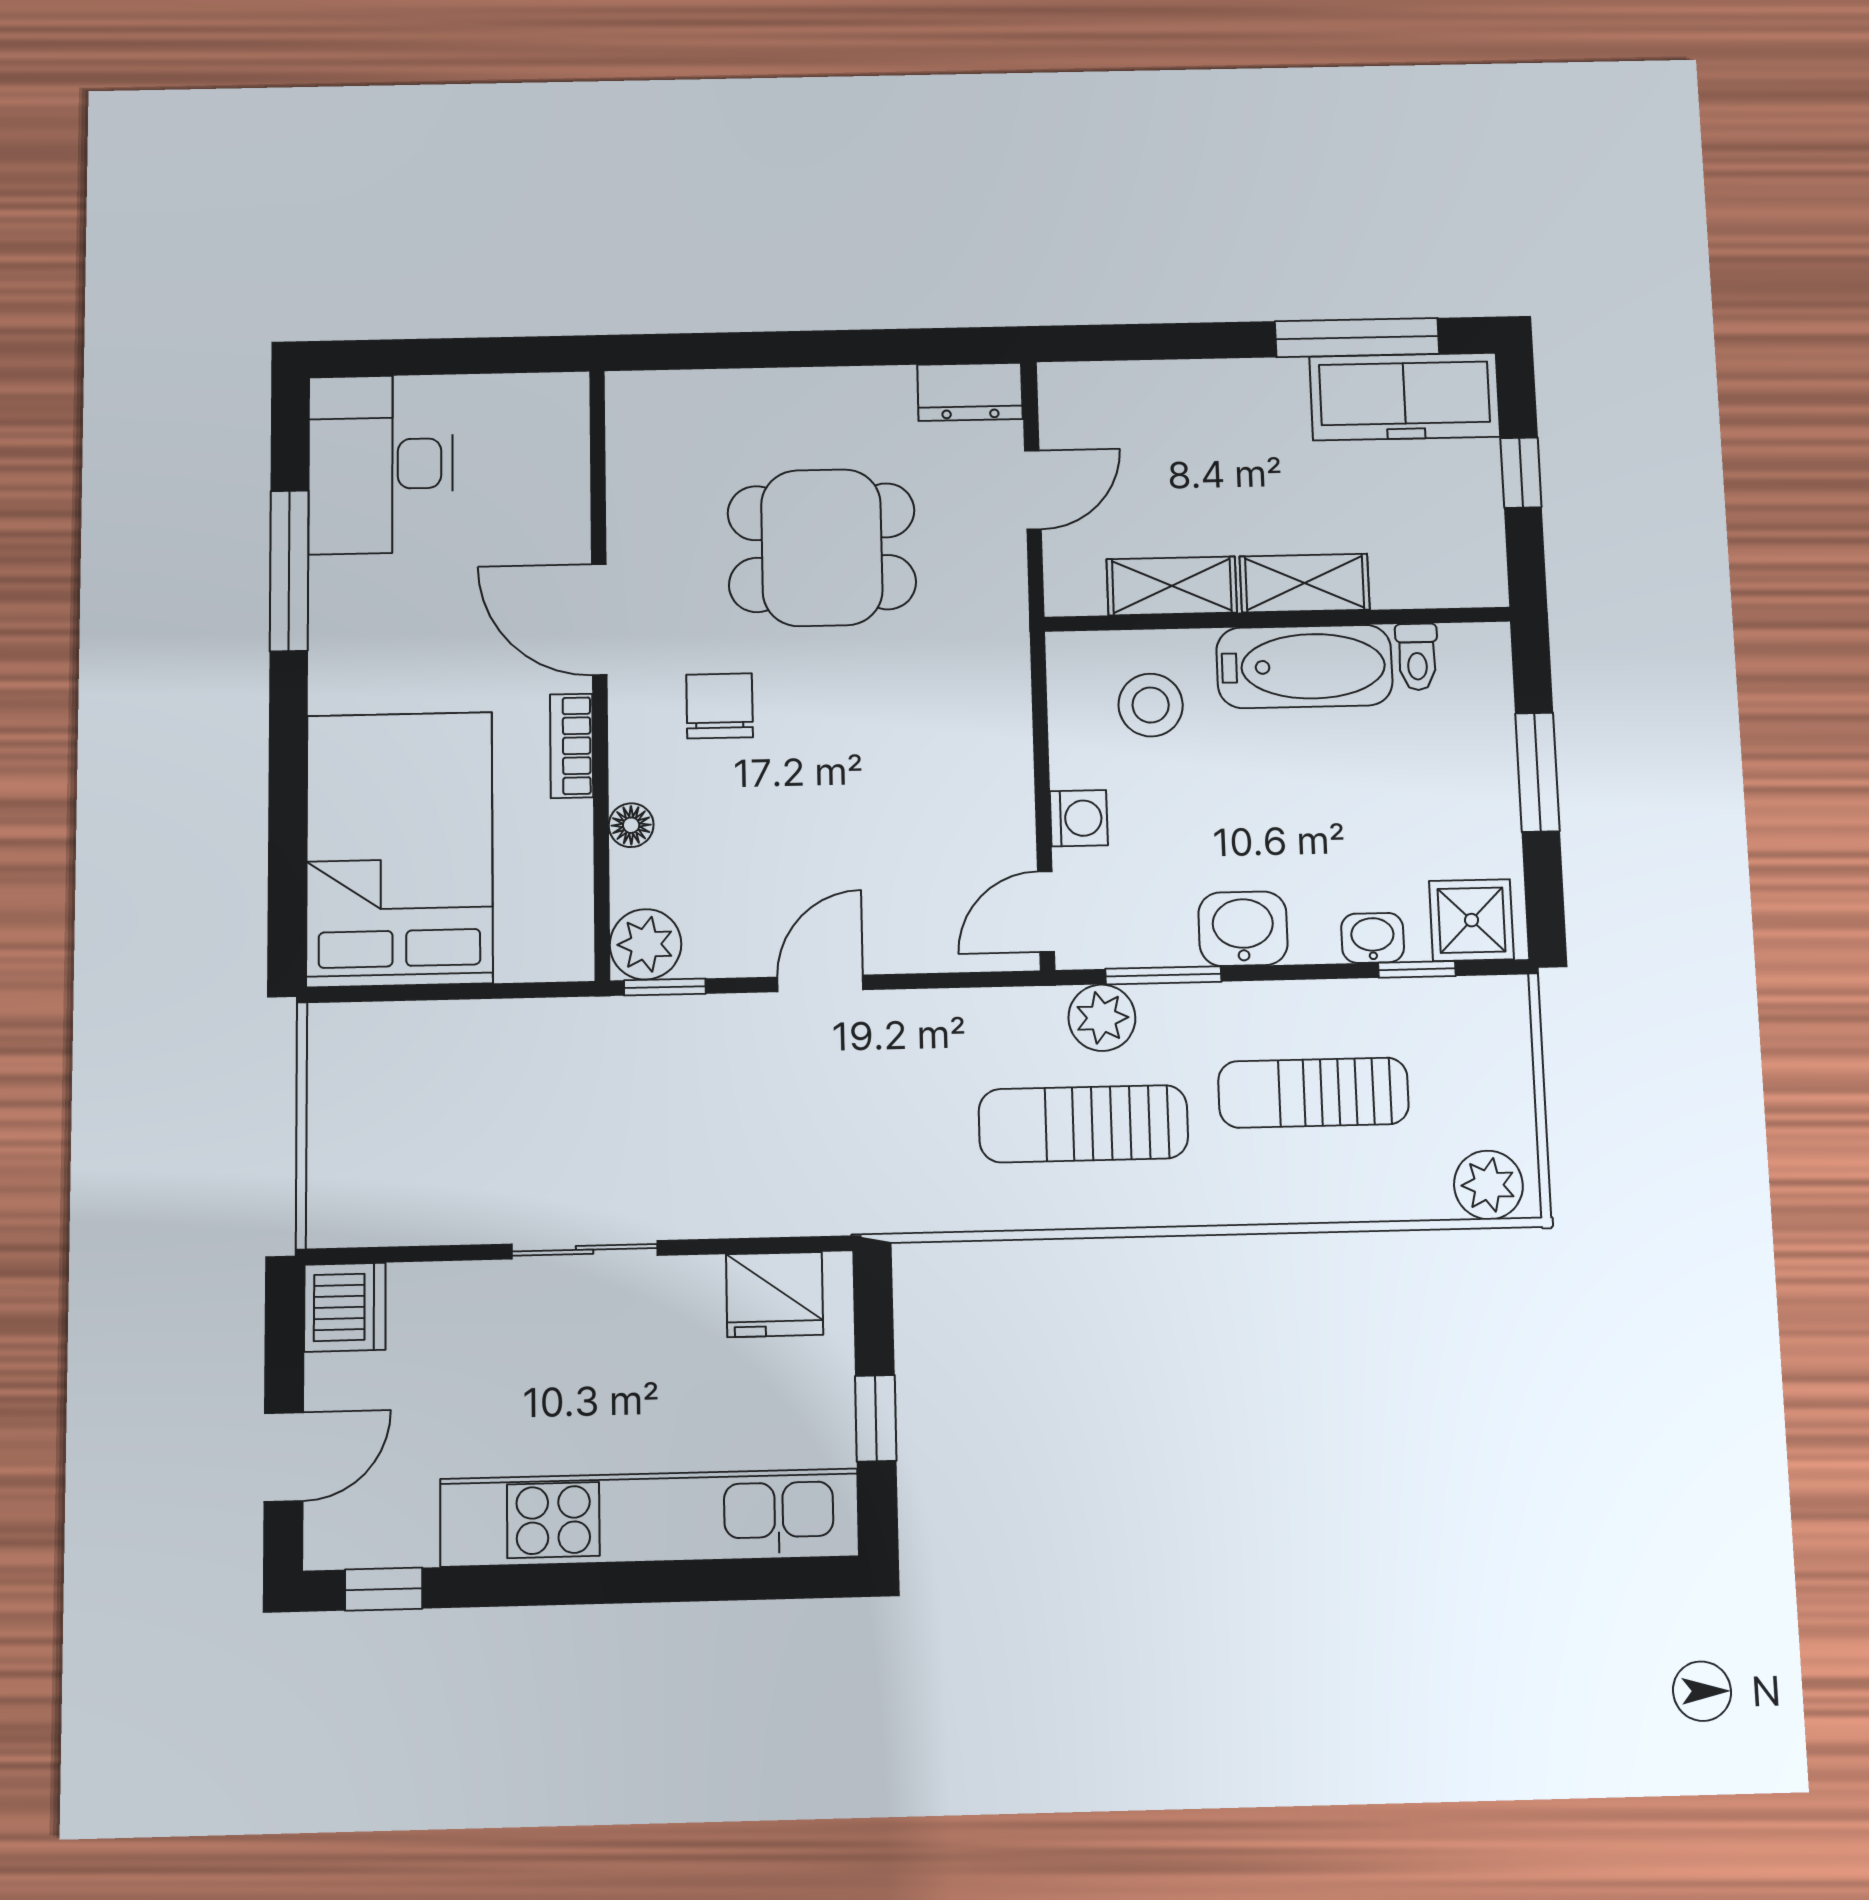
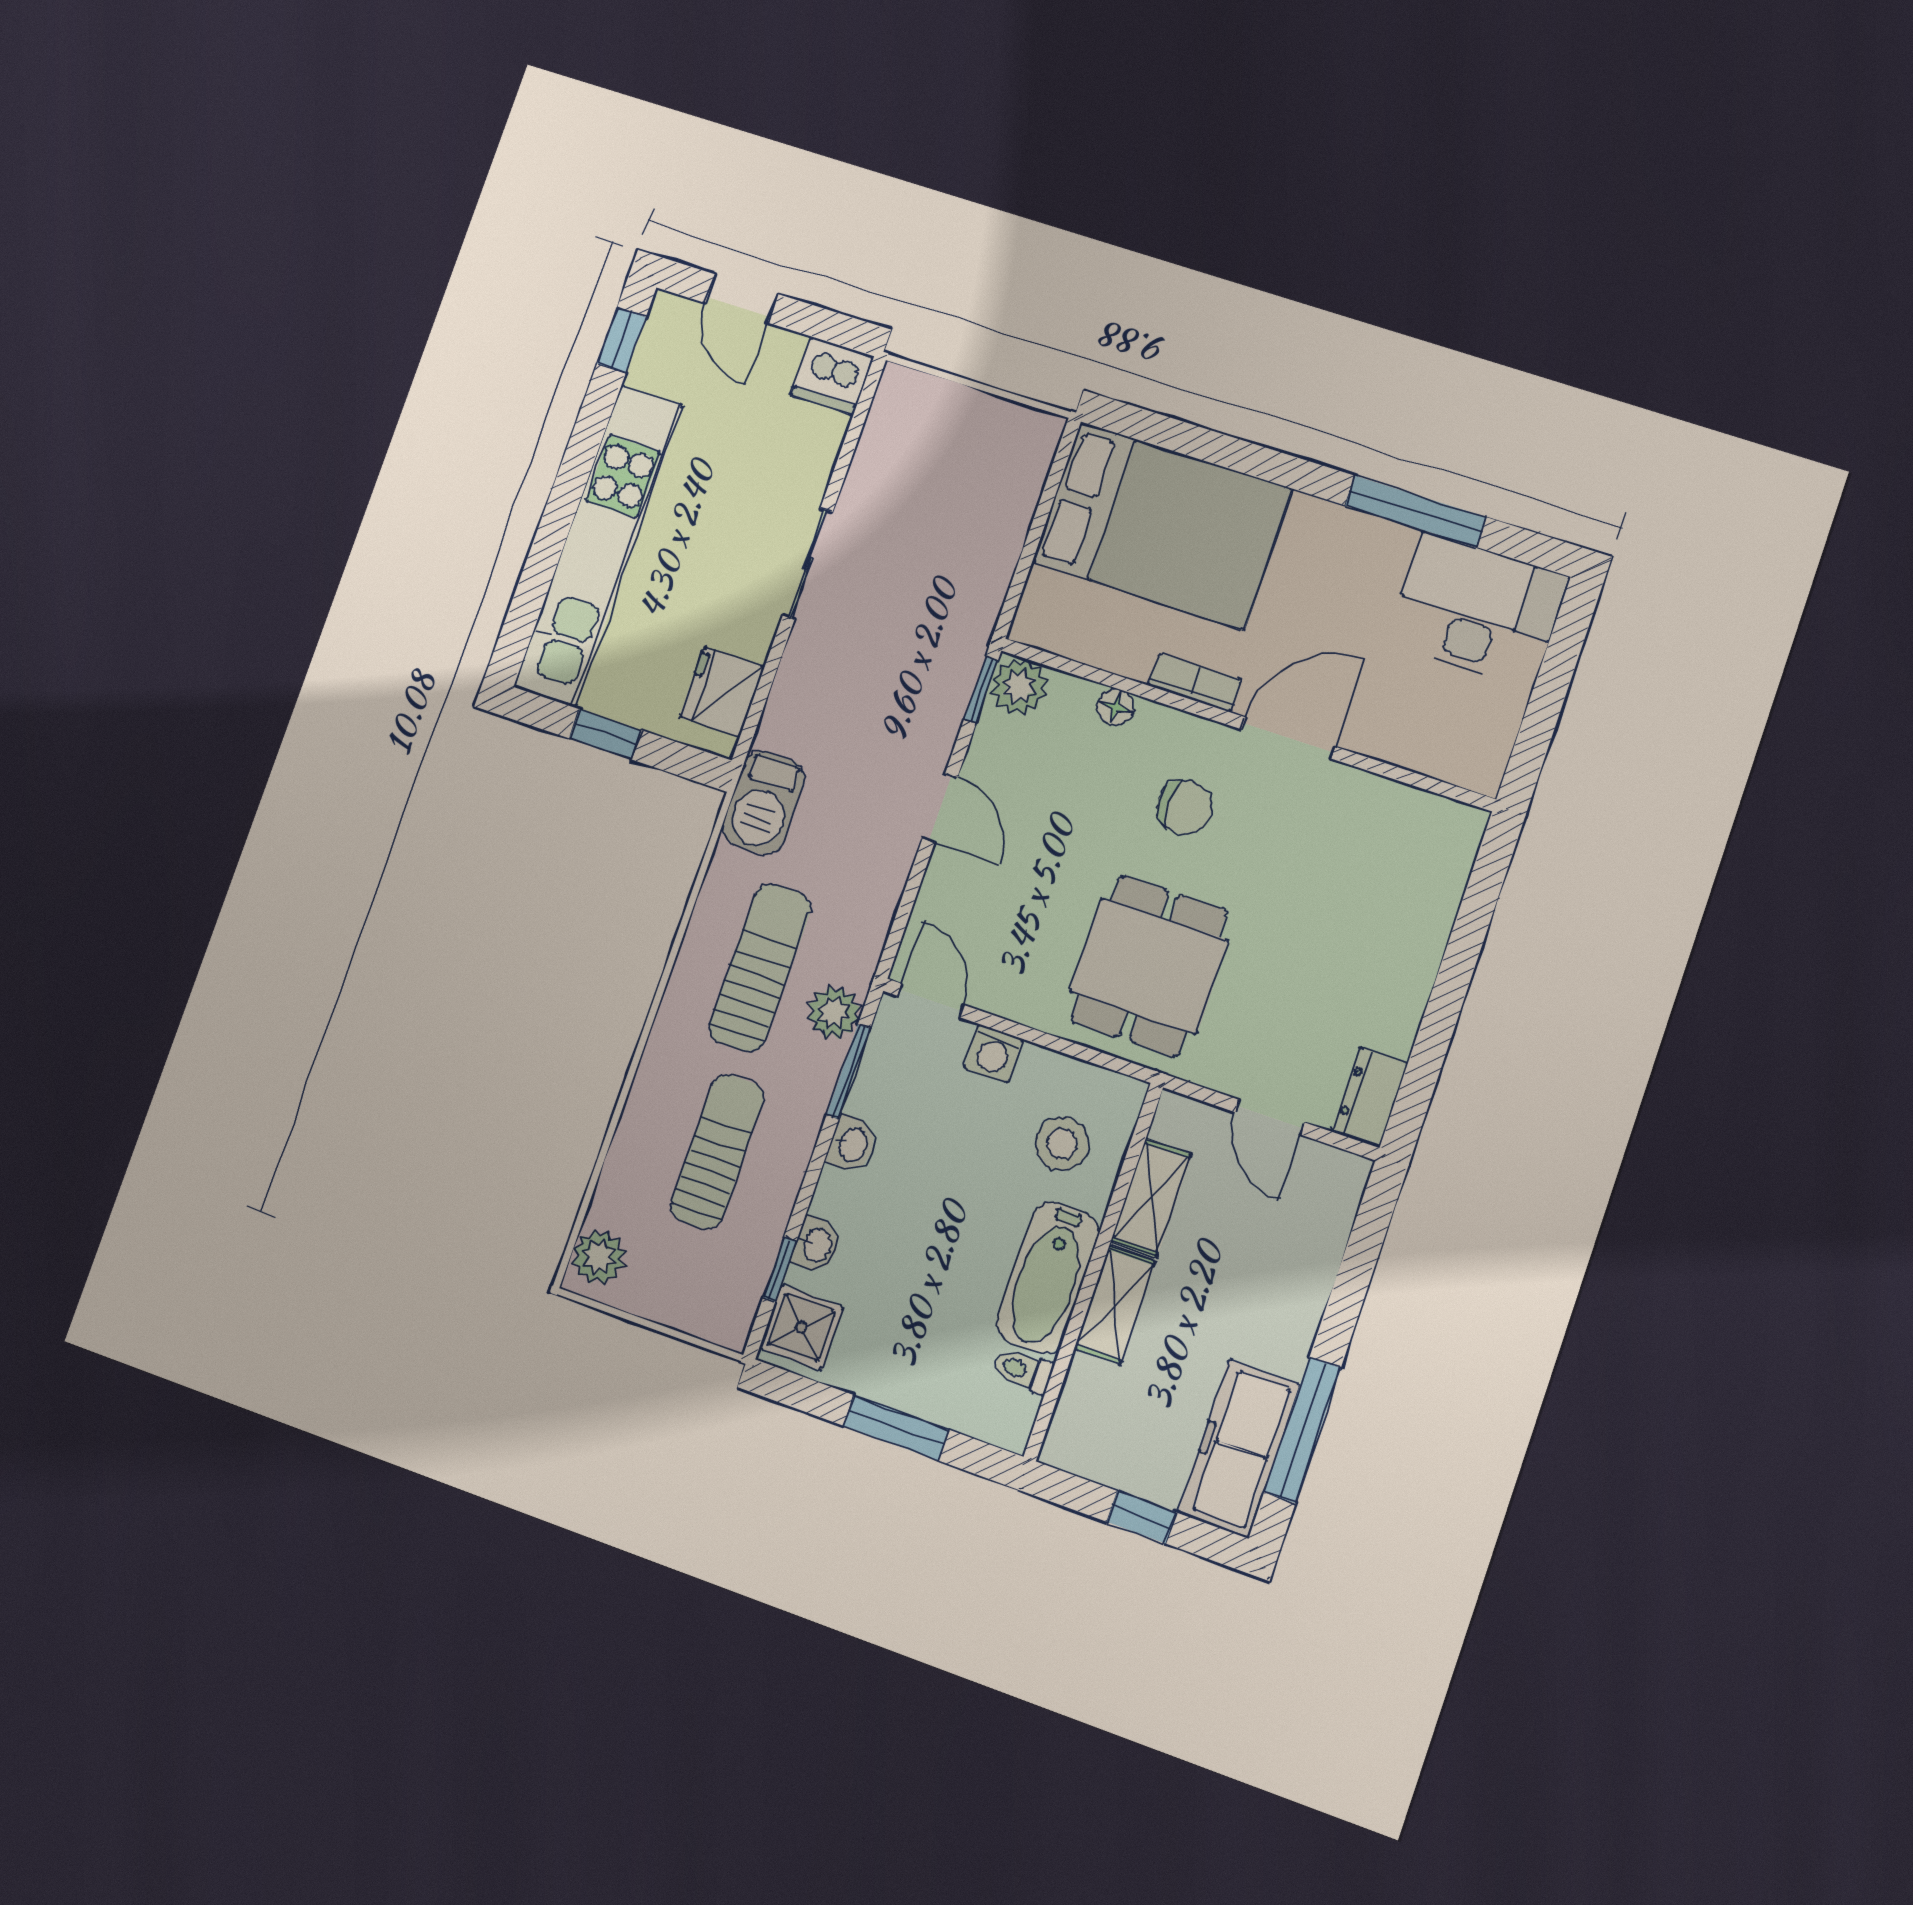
dining table: (822, 548) -> (1149, 966), moved
washbasin: (1243, 929) -> (852, 1144), width x0.72, depth x0.69
barbecue: (889, 1194) -> (764, 803), added

